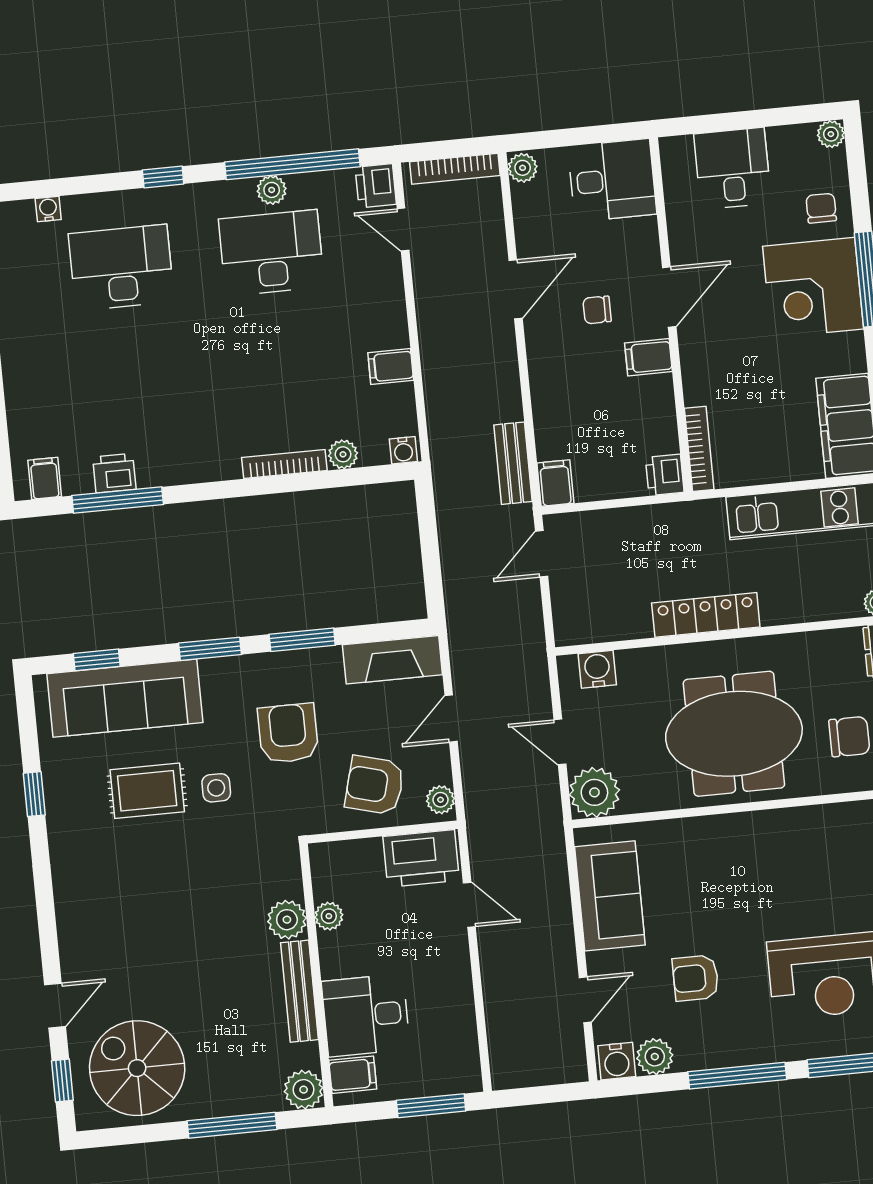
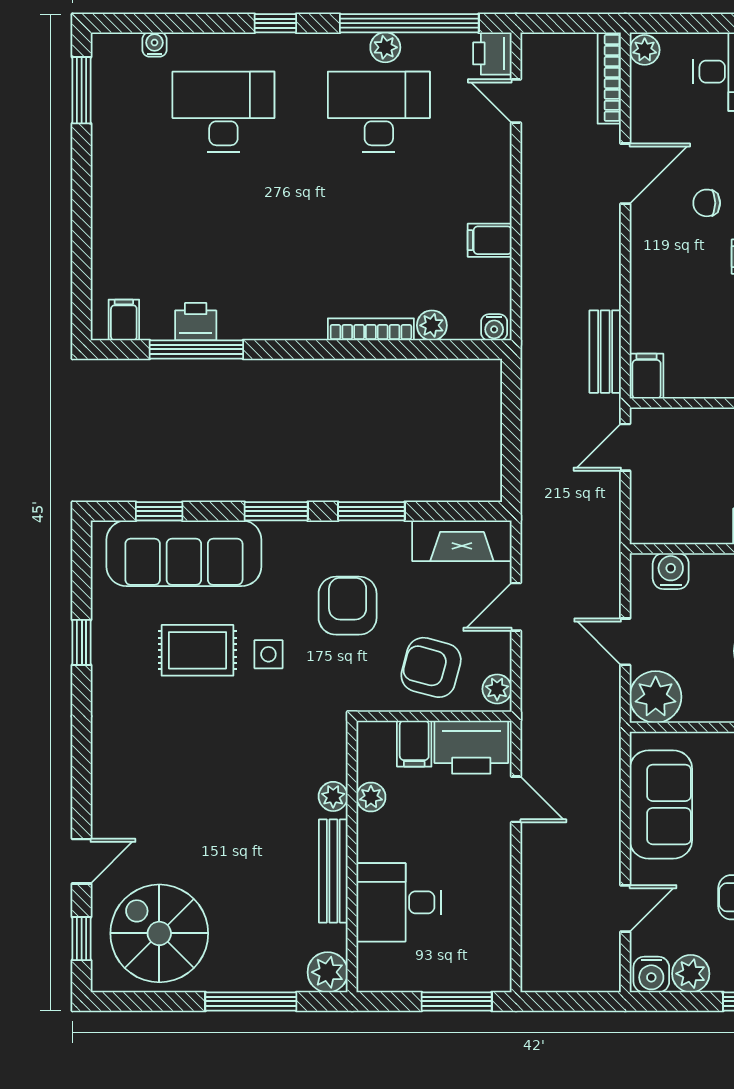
bookcase: (455, 169) -> (609, 78), moved, turned 90
plant: (287, 920) -> (333, 796), width x0.73, depth x0.73
filing cabinet: (353, 1075) -> (414, 744), moved, turned 90

